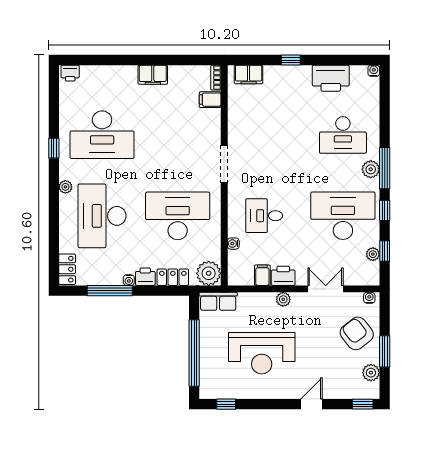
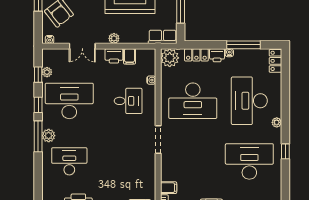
desk: (102, 216) -> (249, 101), turned 180
desk: (343, 216) -> (69, 101), turned 180

